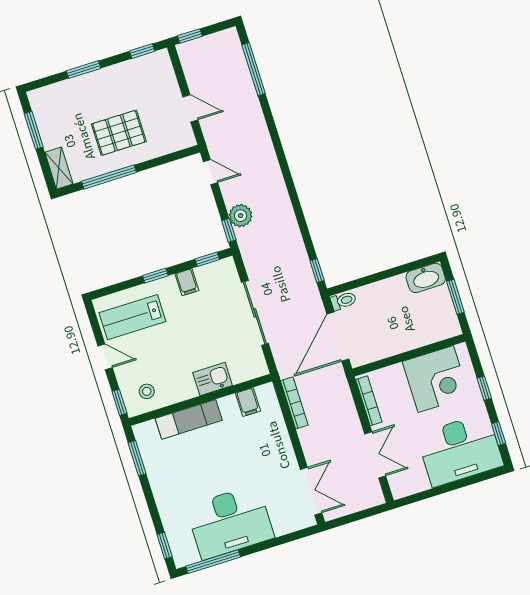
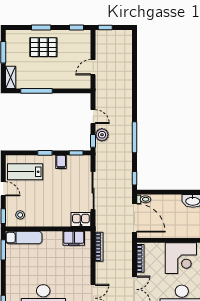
window: (254, 69) -> (134, 137), moved
door: (190, 108) -> (93, 67), swing flipped
pallet: (119, 133) -> (43, 47), moved
door: (211, 172) -> (93, 117), moved
door: (338, 337) -> (134, 218), swing flipped
kitchen sink: (213, 379) -> (81, 219), moved
filing cabinet: (248, 402) -> (74, 238), width x2.00
exam couch: (189, 419) -> (24, 238), moved

